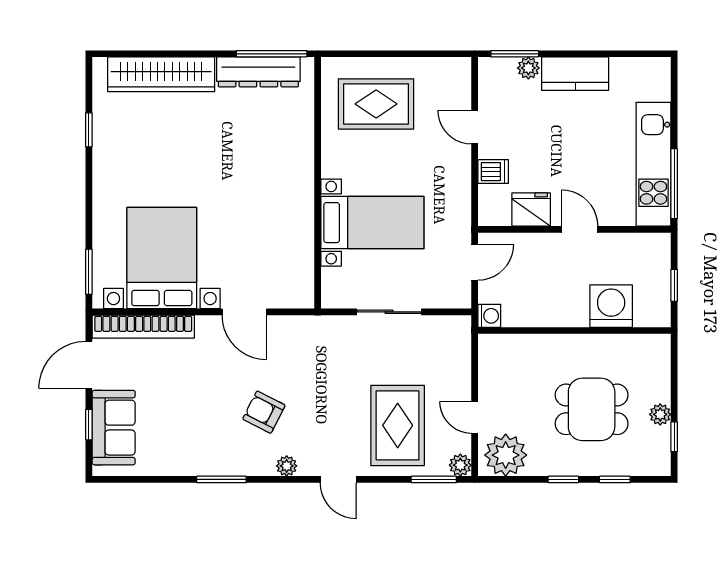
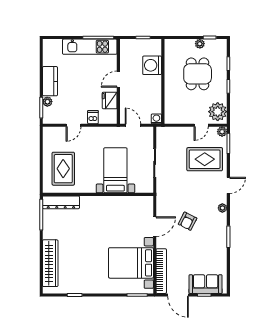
dresser: (258, 72) -> (61, 202), moved, turned 90
armchair: (264, 412) -> (188, 221), moved

